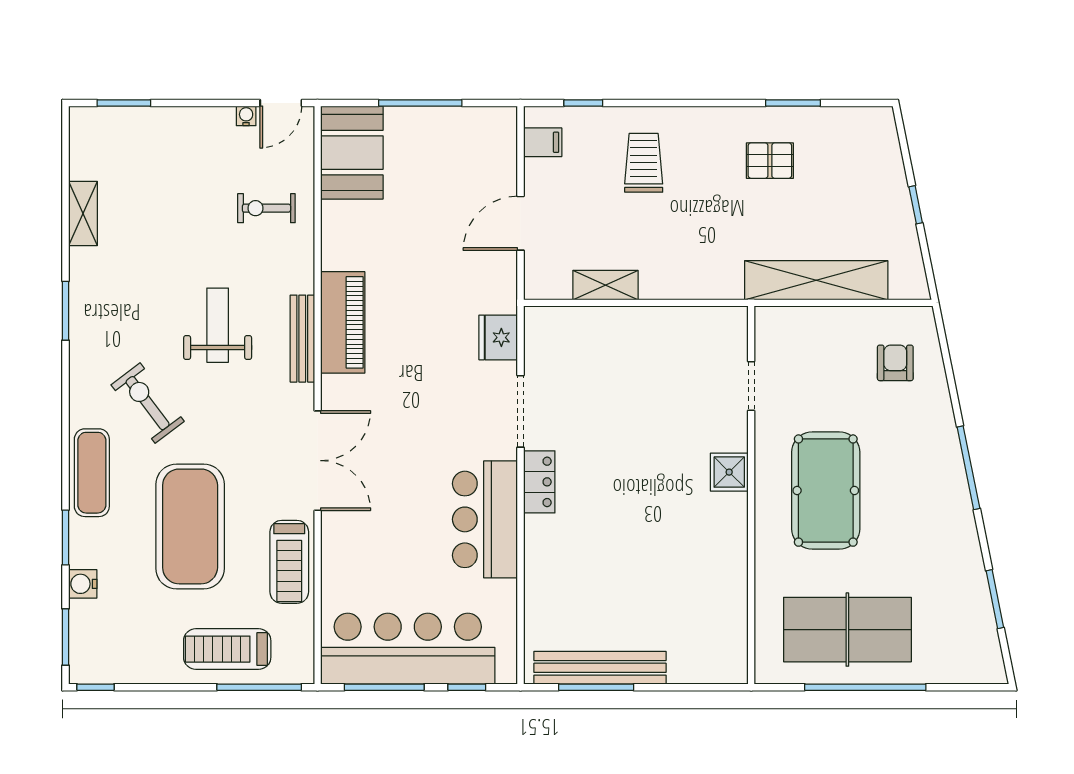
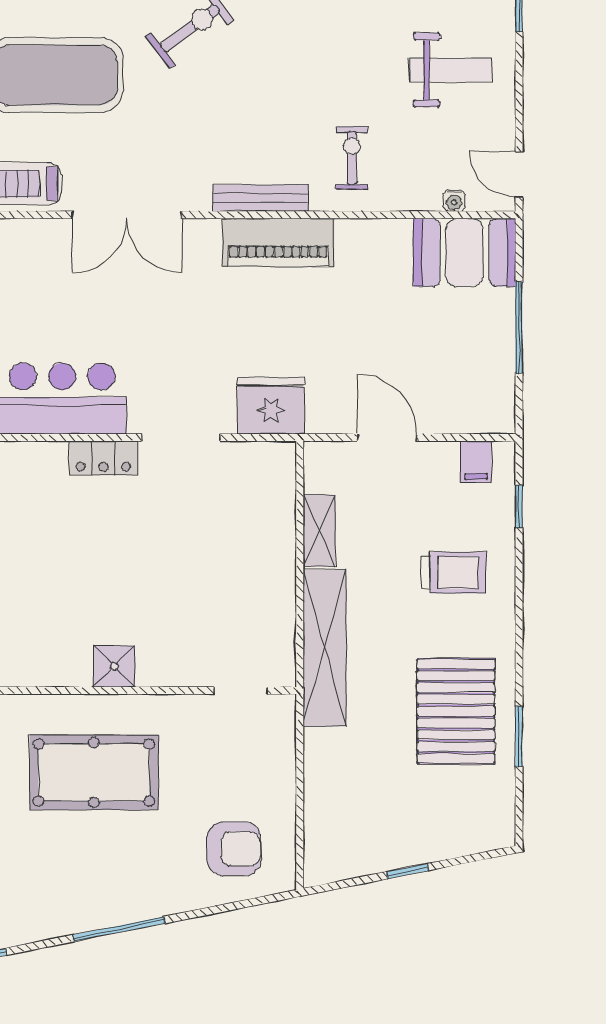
water cooler: (246, 116) -> (454, 201), moved, turned 90
pallet: (770, 161) -> (456, 711), width x2.05, depth x2.00
exercise bike: (266, 208) -> (352, 158), moved
shelving: (816, 280) -> (325, 648), moved
weight bench: (218, 325) -> (451, 70), moved
fridge: (498, 337) -> (271, 406), width x1.36, depth x1.34
armchair: (895, 363) -> (234, 849), width x1.38, depth x1.38
doorway: (751, 386) -> (241, 691), moved

